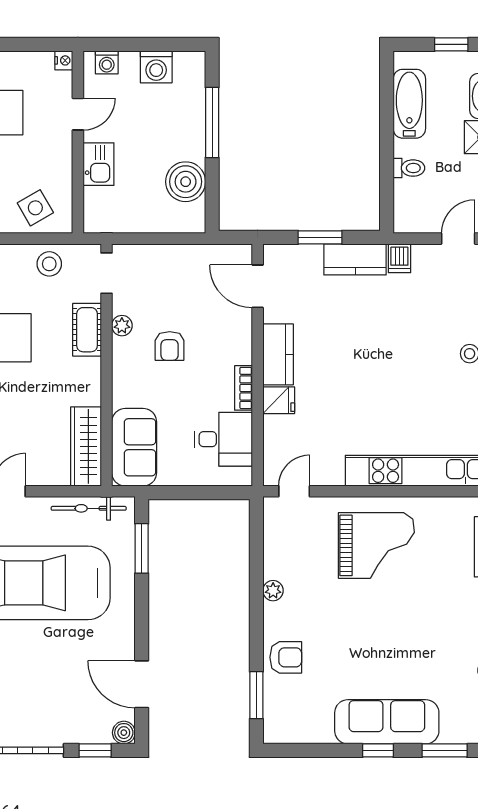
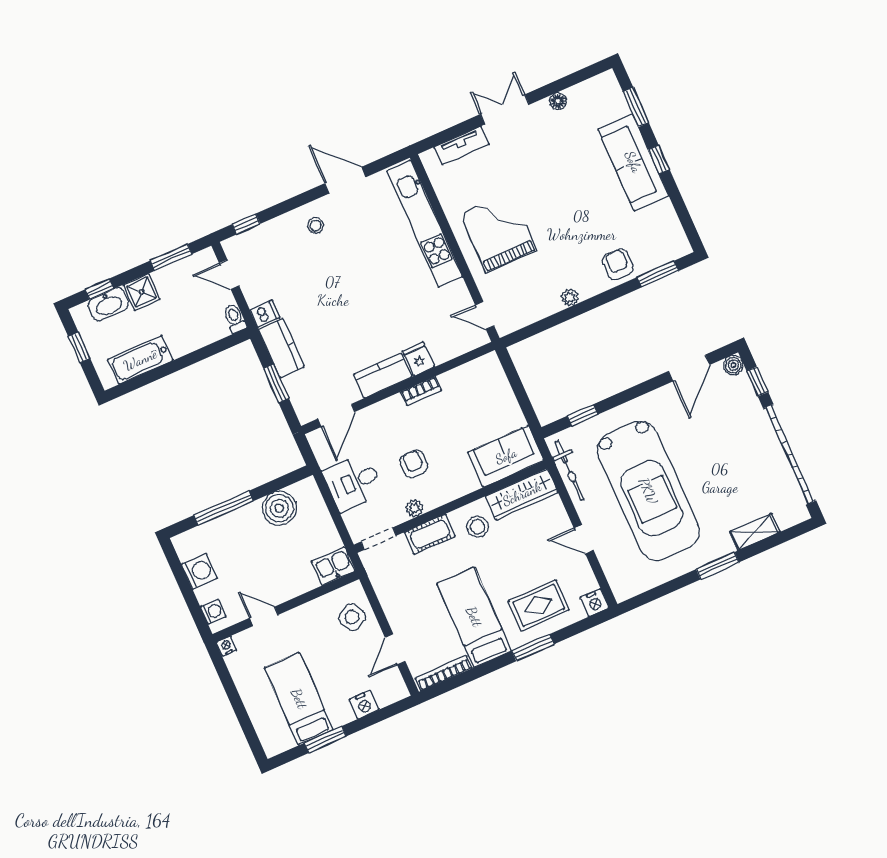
kitchen sink: (99, 164) -> (333, 566), moved
toilet: (409, 168) -> (235, 318), moved
stool: (49, 264) -> (478, 527), moved
armchair: (170, 346) -> (414, 464), turned -90
desk: (223, 439) -> (353, 482), moved, turned -90
window: (142, 548) -> (582, 415), width x0.67

